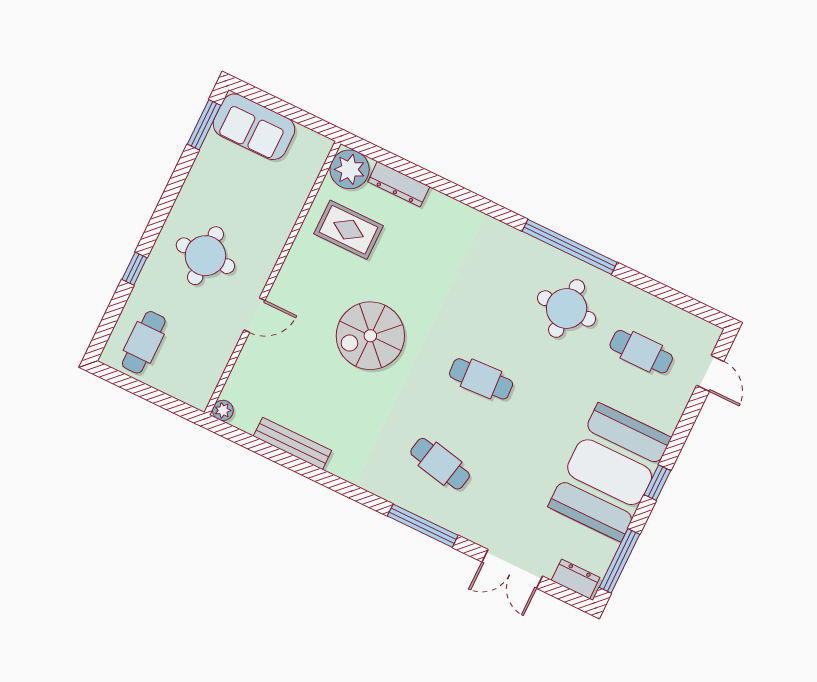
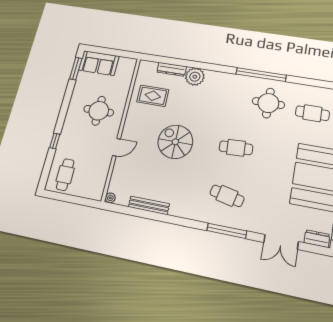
plant: (350, 169) -> (195, 77), moved
round table: (205, 256) -> (99, 111), moved
spiral stairs: (370, 336) -> (175, 142), turned 90

